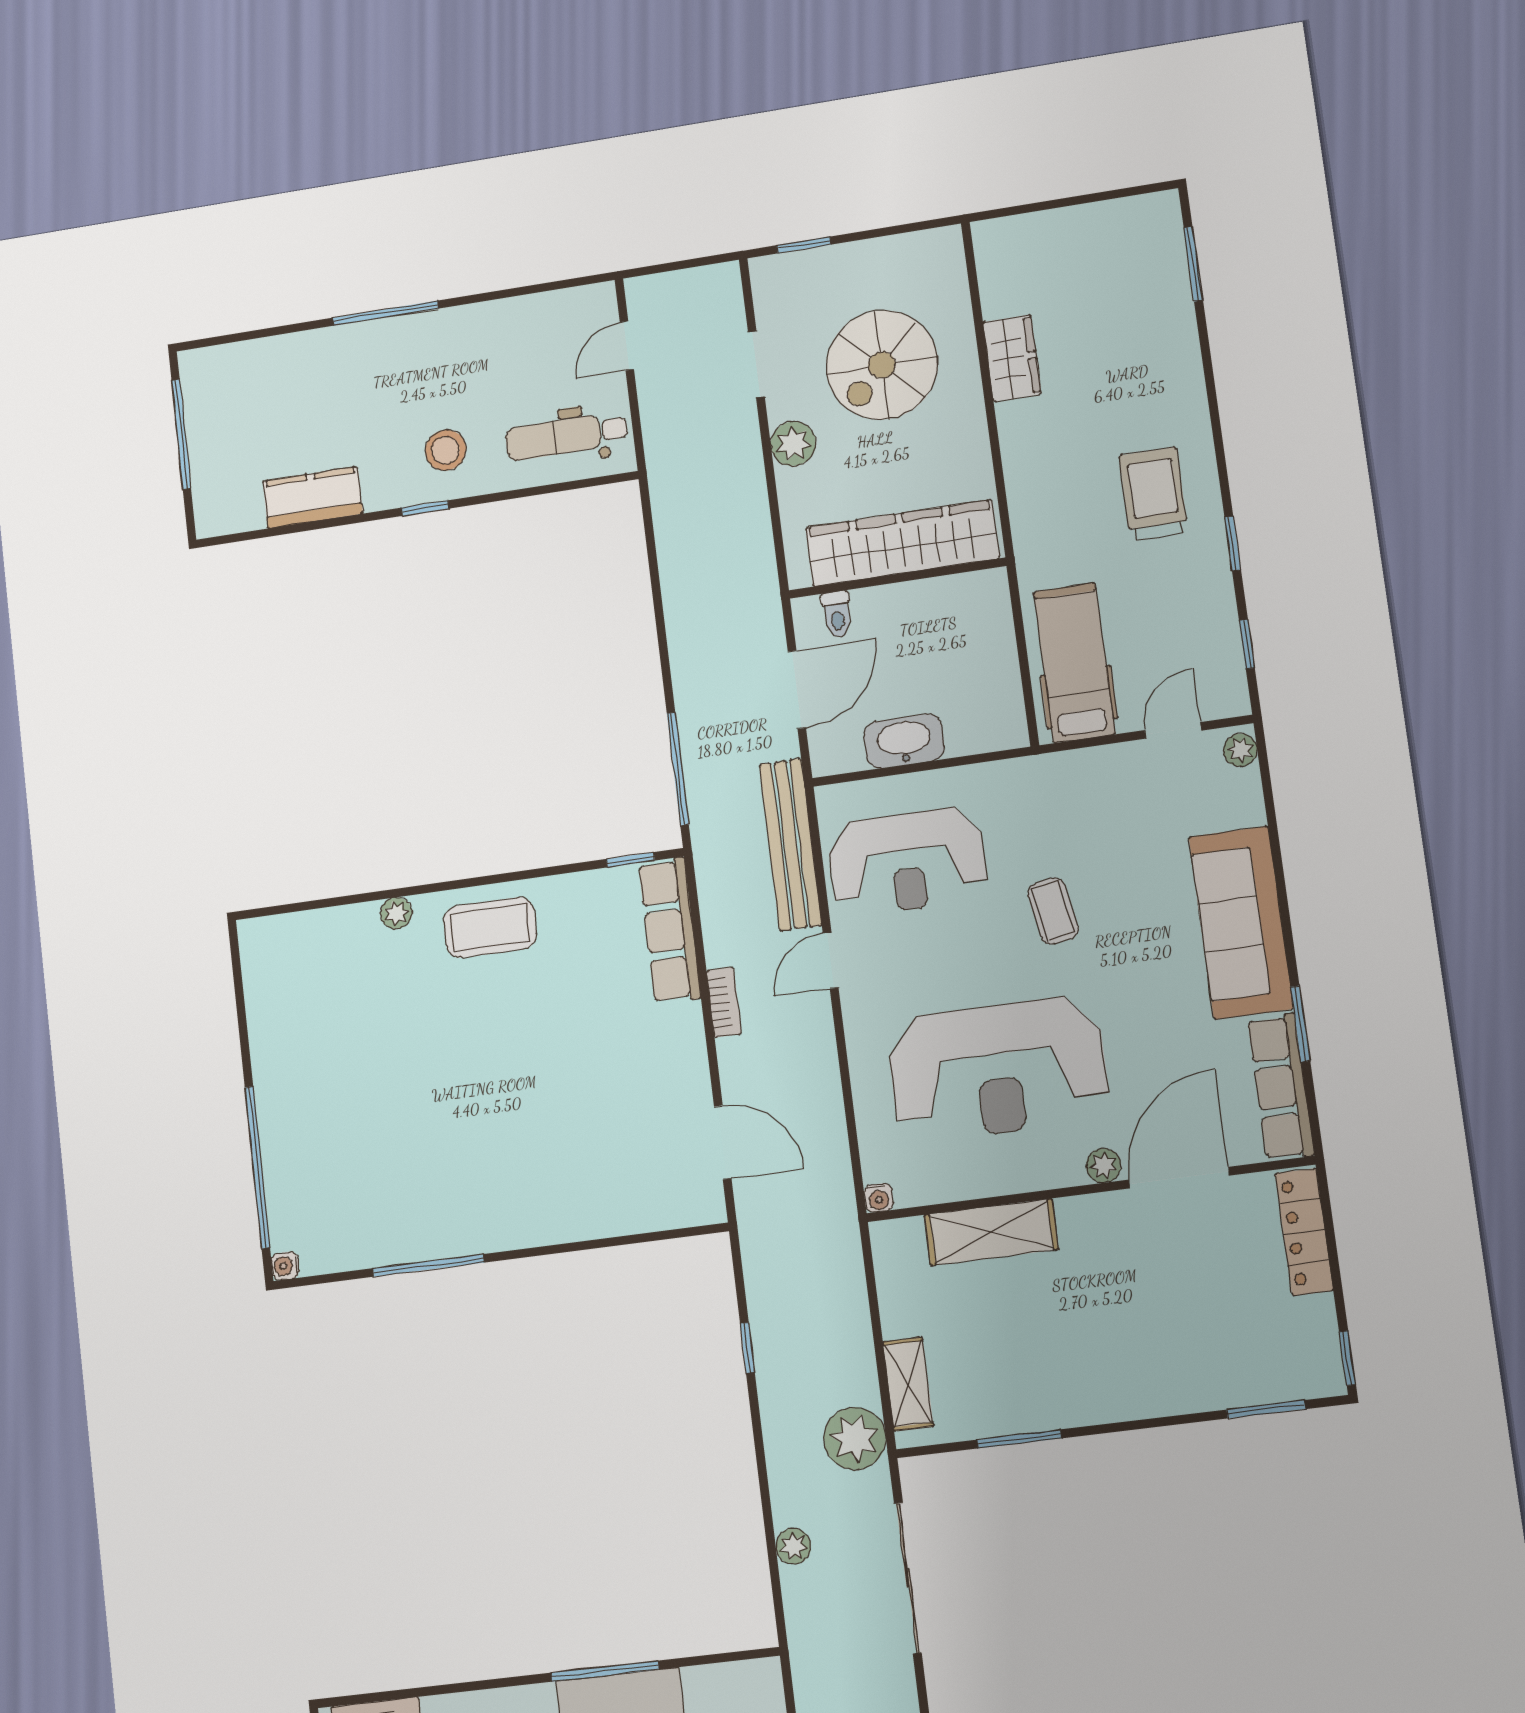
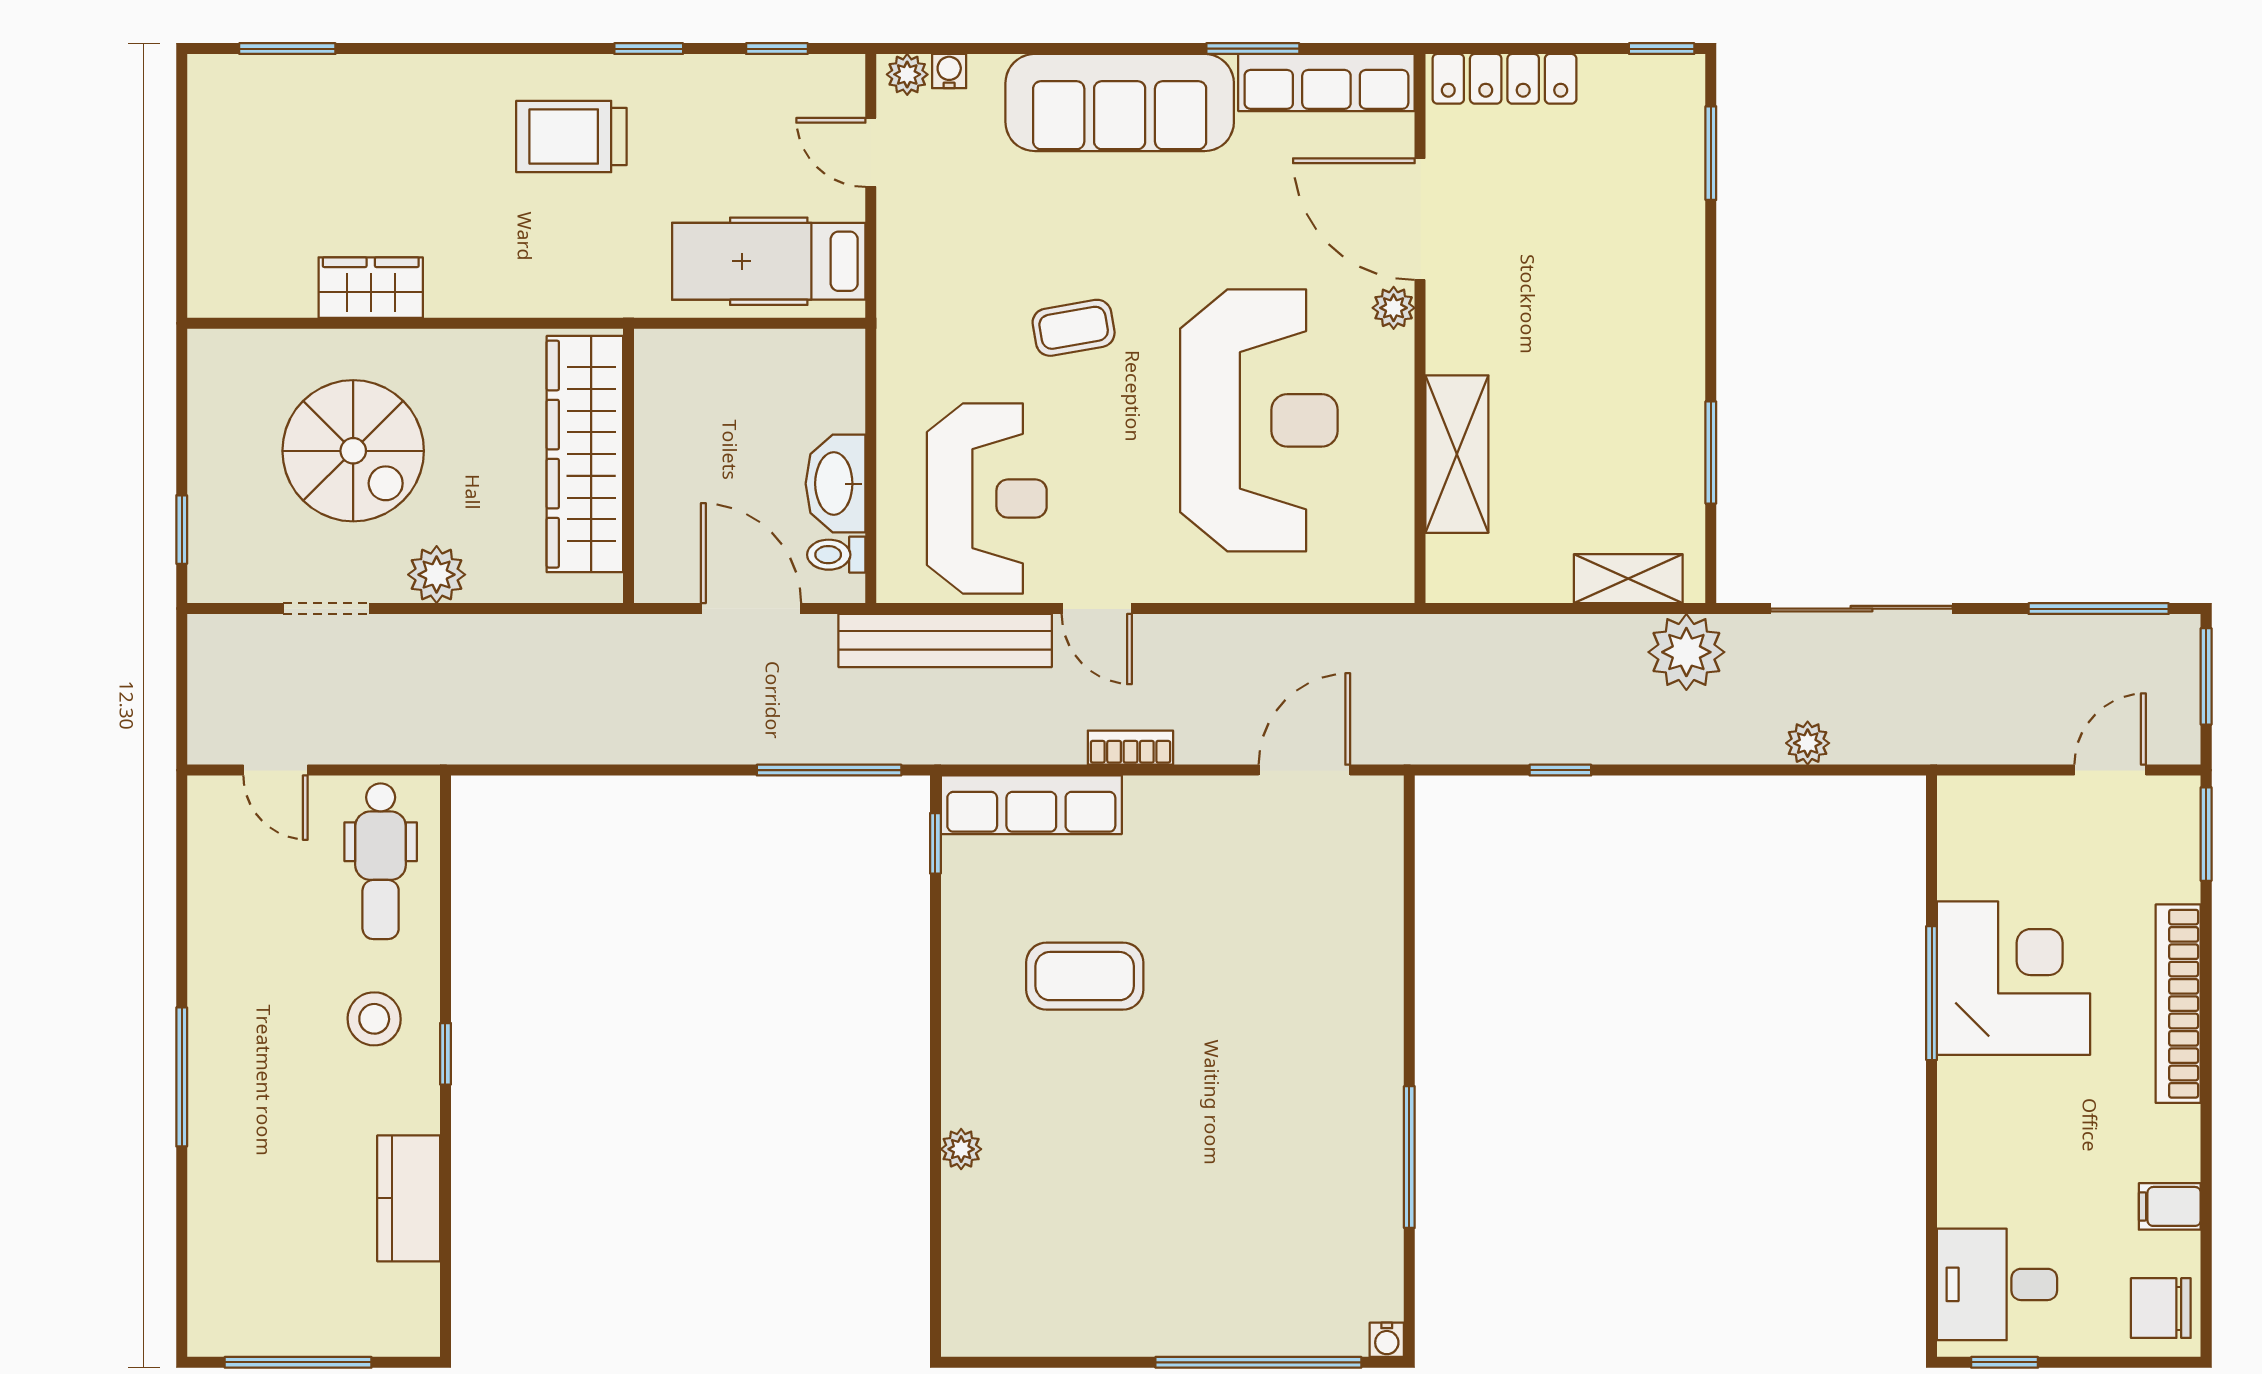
toilet: (837, 614) -> (836, 555), moved, turned 180
coffee table: (490, 928) -> (1085, 976), moved, turned 90
water cooler: (879, 1198) -> (949, 71), moved, turned -90

